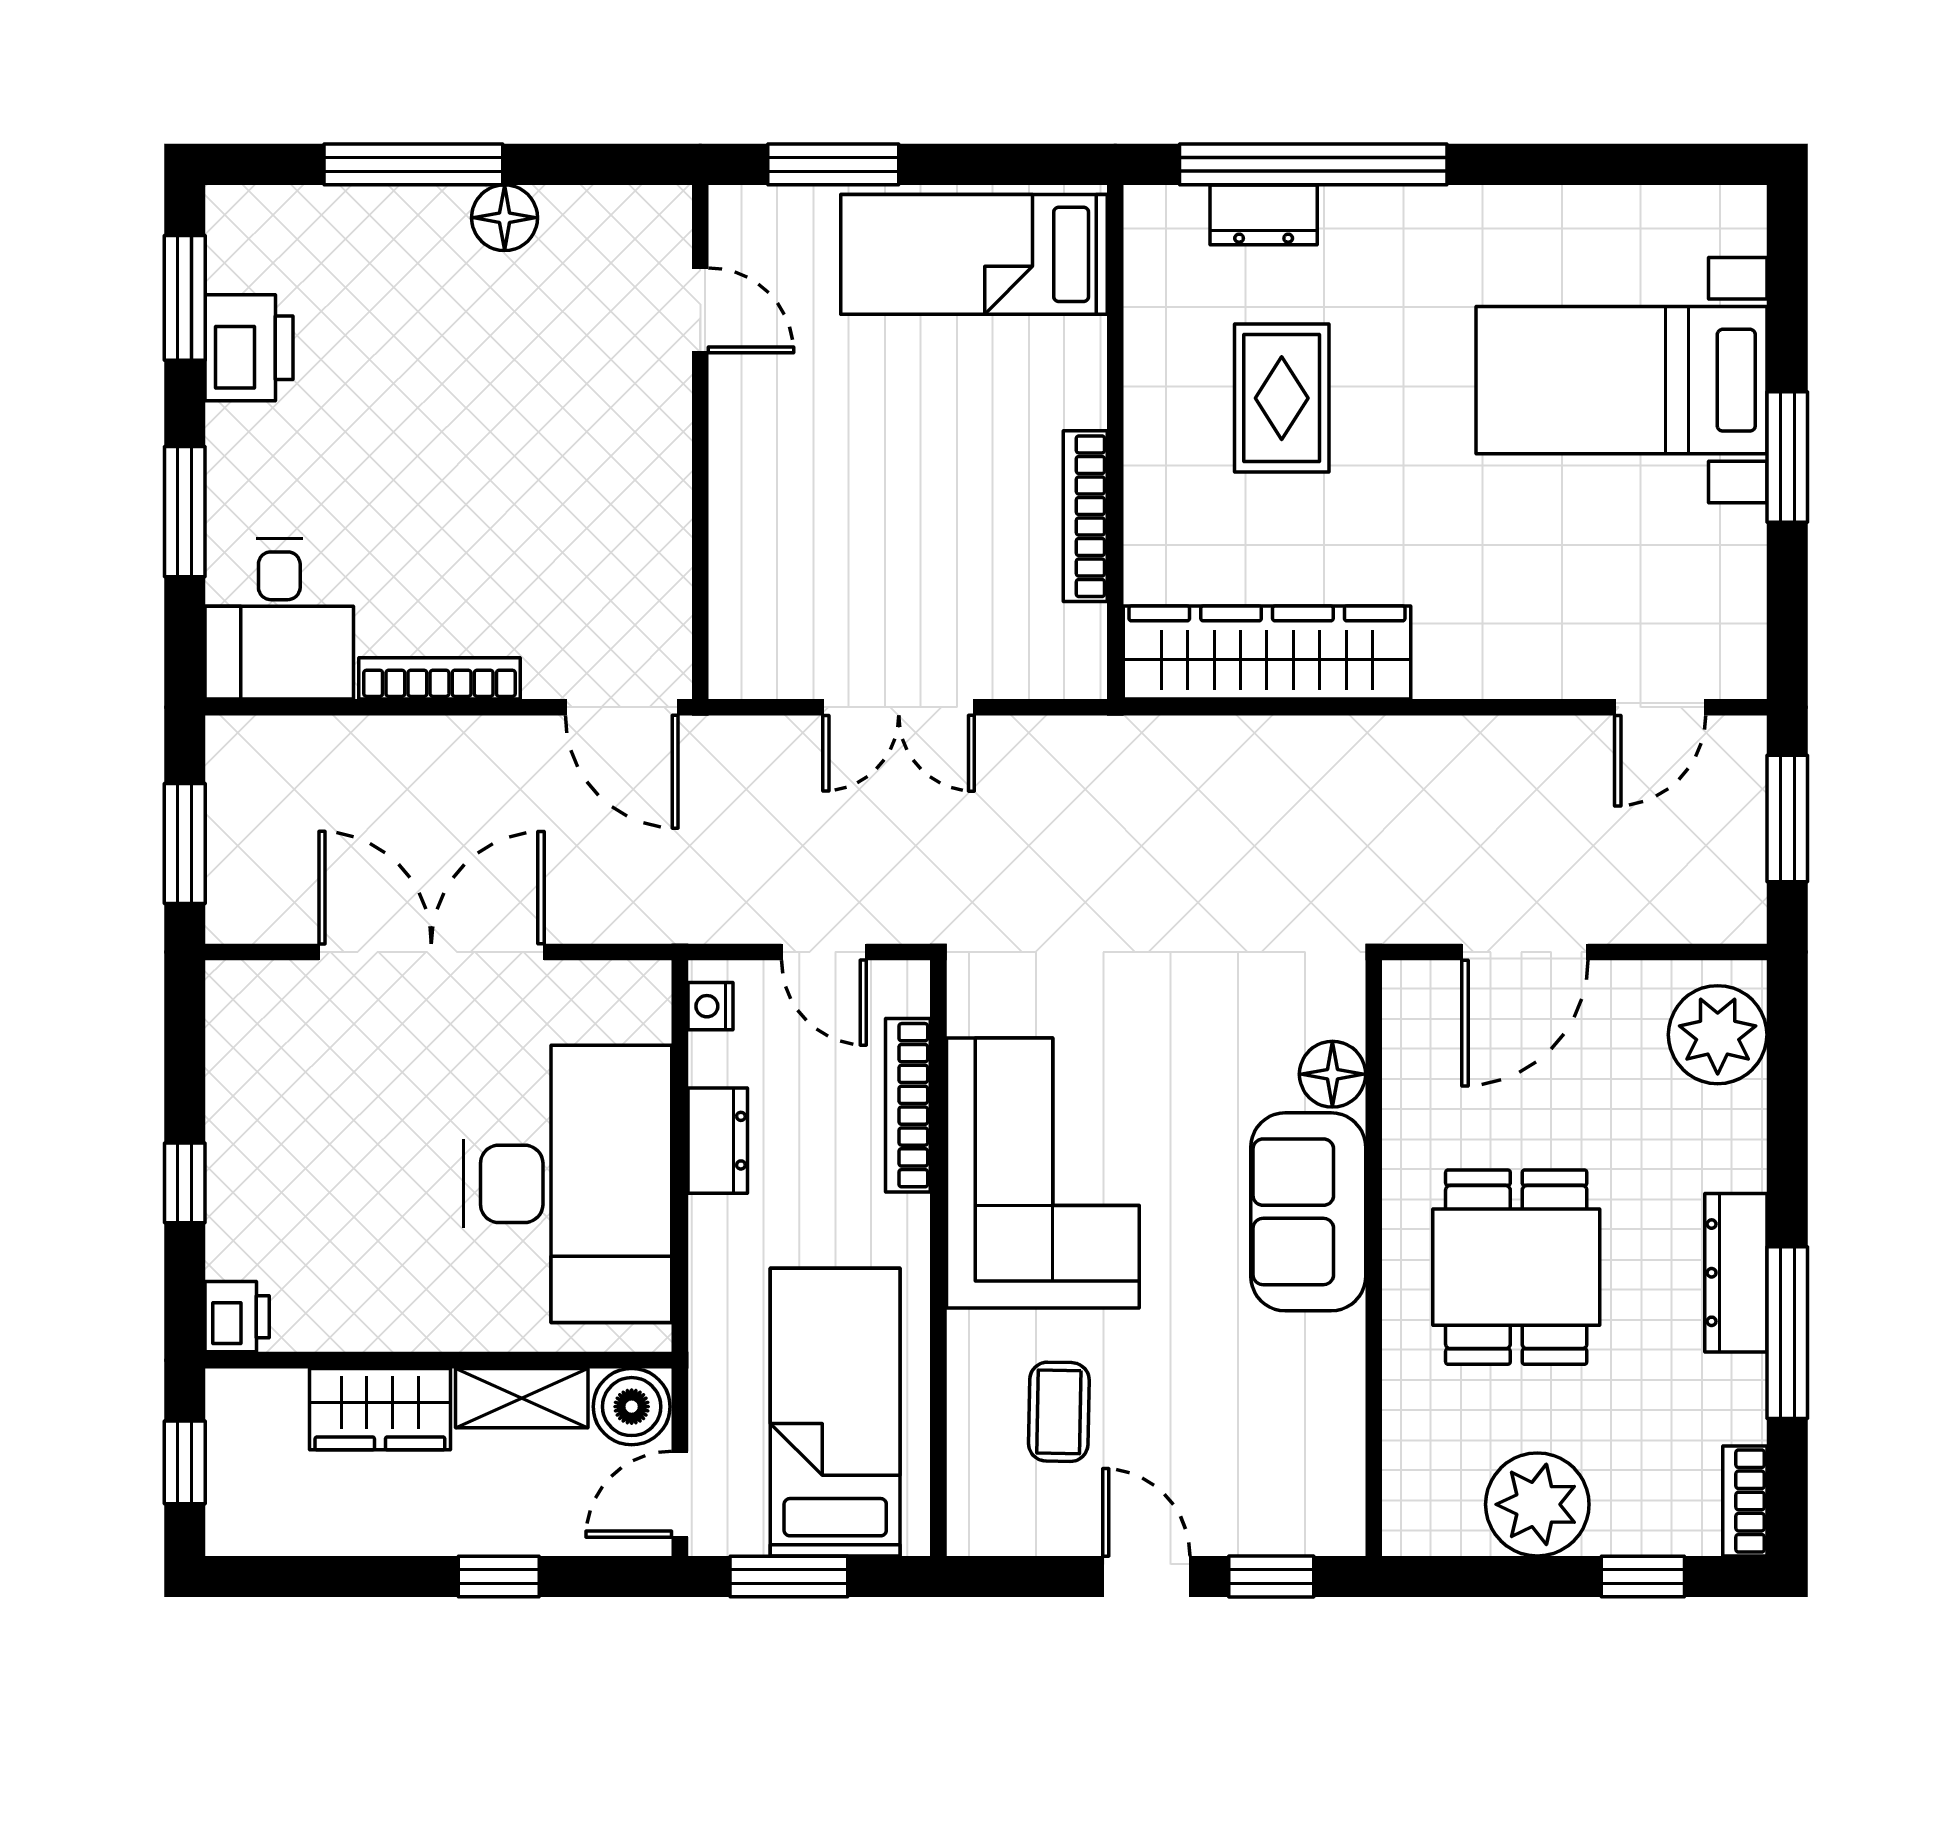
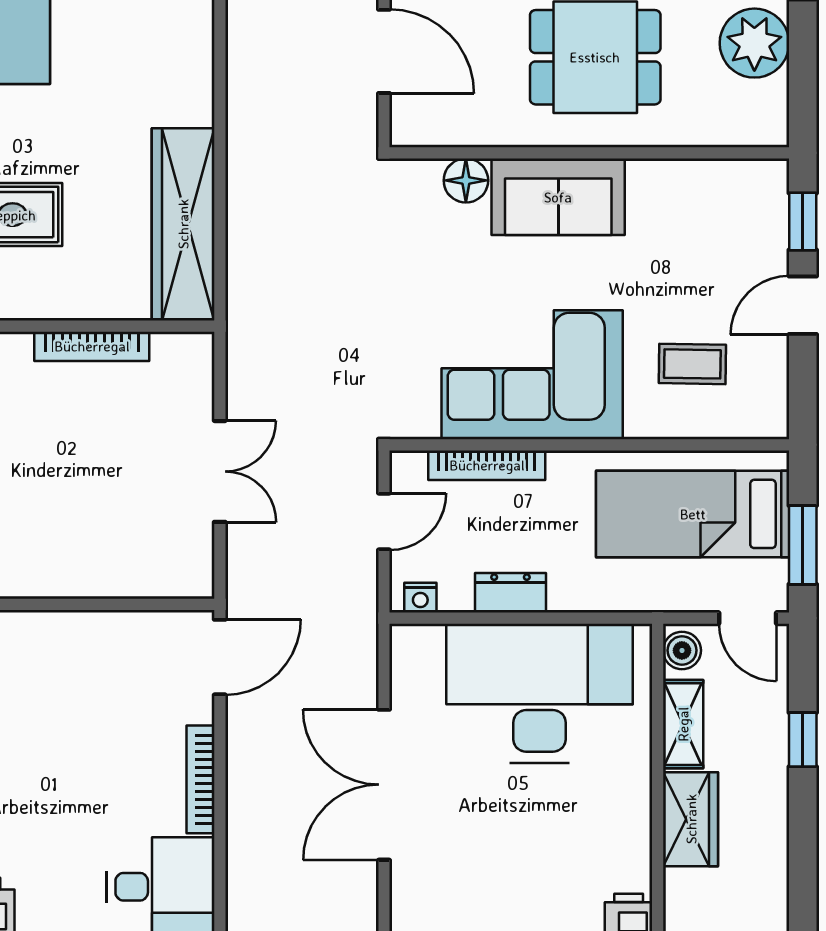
boiler: (632, 1407) -> (682, 650), width x0.73, depth x0.73

